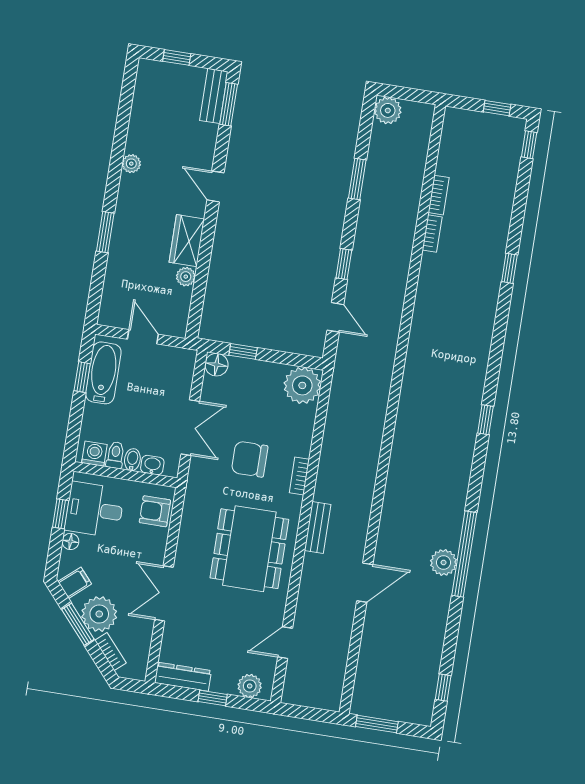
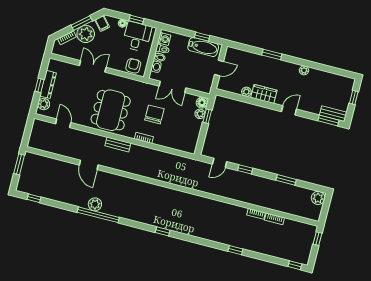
window: (497, 108) -> (317, 239), moved
plant: (302, 385) -> (200, 114), moved, width x0.53, depth x0.53
dining table: (249, 549) -> (111, 110), turned 90
dresser: (183, 677) -> (48, 84), moved

